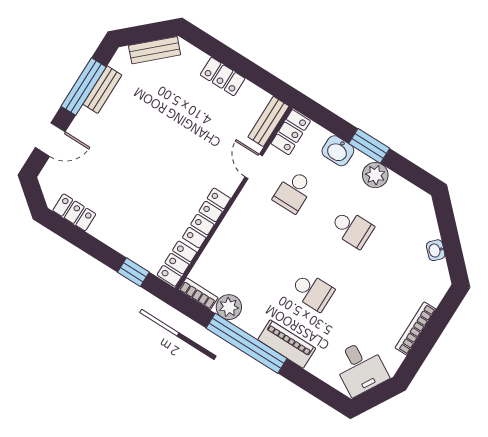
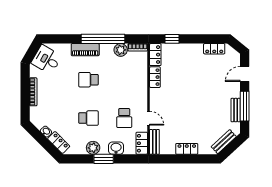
school desk: (293, 192) -> (124, 118), turned 180
locker: (206, 218) -> (155, 77), width x0.66
locker: (426, 219) -> (59, 142), added
school desk: (352, 228) -> (88, 118), turned 180

